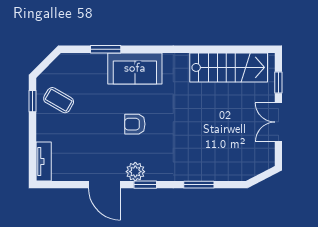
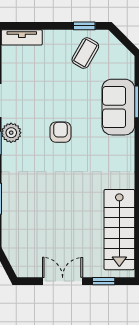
sofa: (135, 68) -> (118, 107), moved

